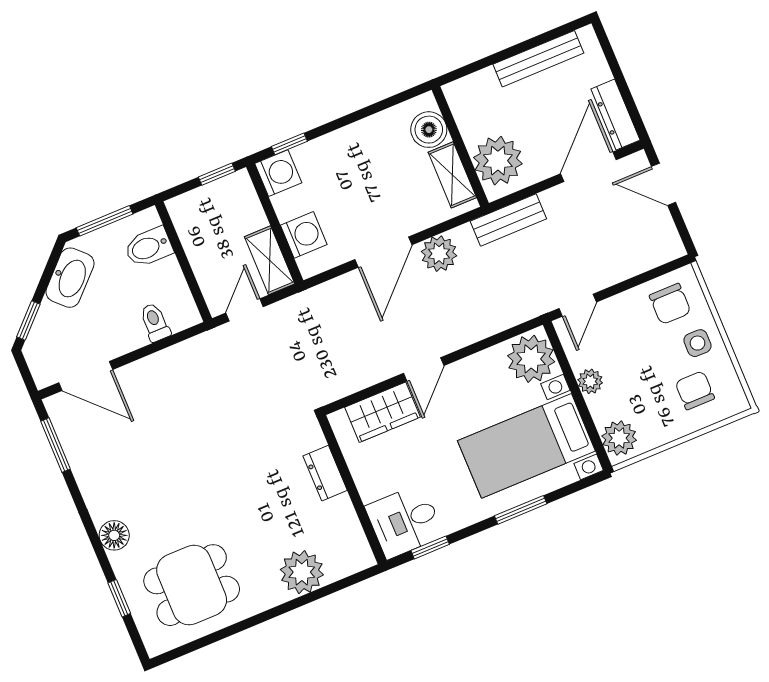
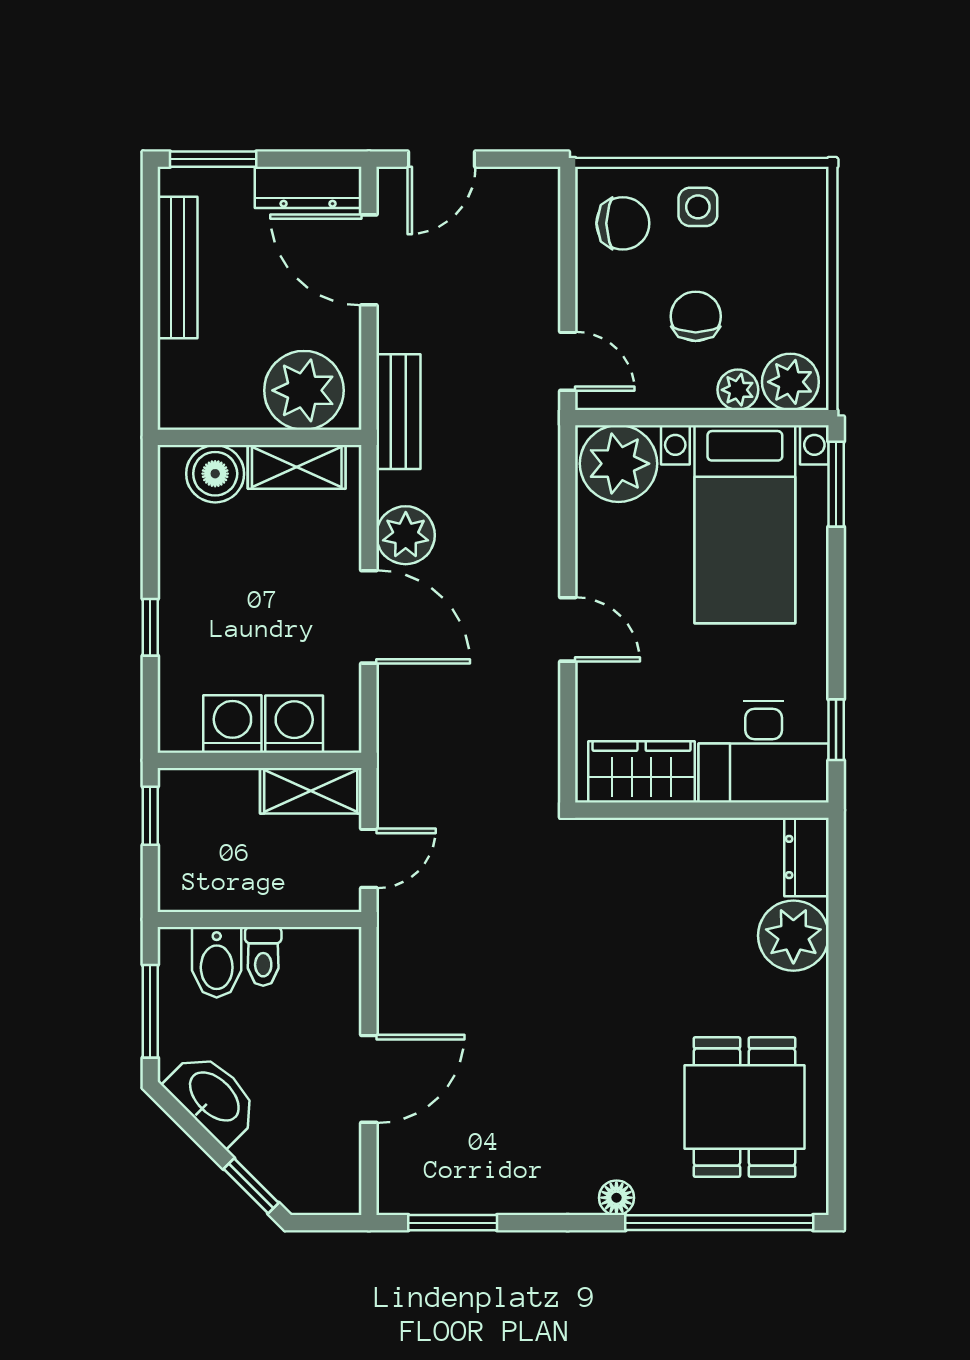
window: (609, 53) -> (213, 159), added
window: (289, 144) -> (150, 627), moved
washing machine: (278, 173) -> (232, 724), moved
door: (245, 310) -> (369, 858), swing flipped
toilet: (155, 322) -> (263, 956), moved, turned -90
door: (86, 376) -> (369, 1079), moved
plant: (590, 381) -> (738, 390), moved
chair: (695, 390) -> (696, 316), moved, turned 90
wardrobe: (382, 412) -> (642, 772), moved, turned -90
dresser: (325, 473) -> (806, 857), moved, turned 90
window: (521, 510) -> (836, 484), moved
desk: (405, 521) -> (764, 752), width x1.37
floor lamp: (114, 535) -> (616, 1198), width x0.73, depth x0.73
window: (119, 598) -> (719, 1223), width x3.17

